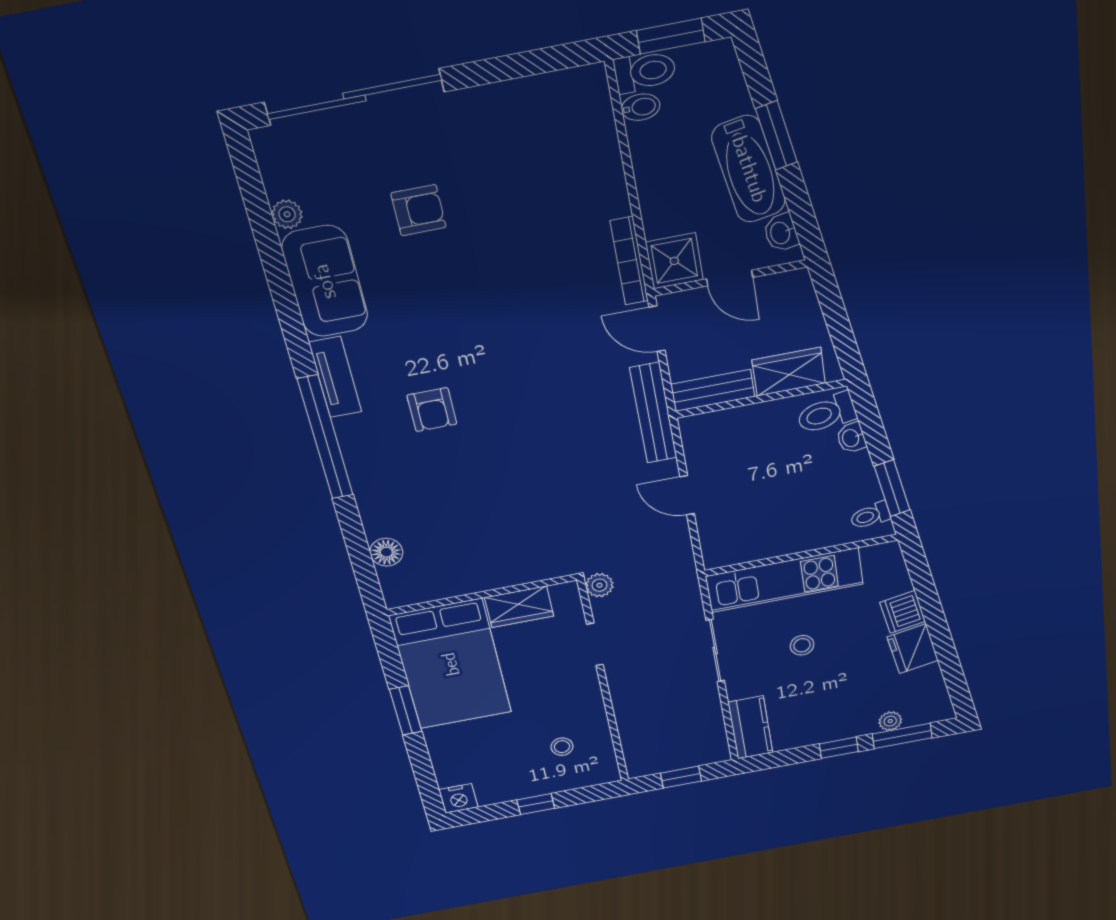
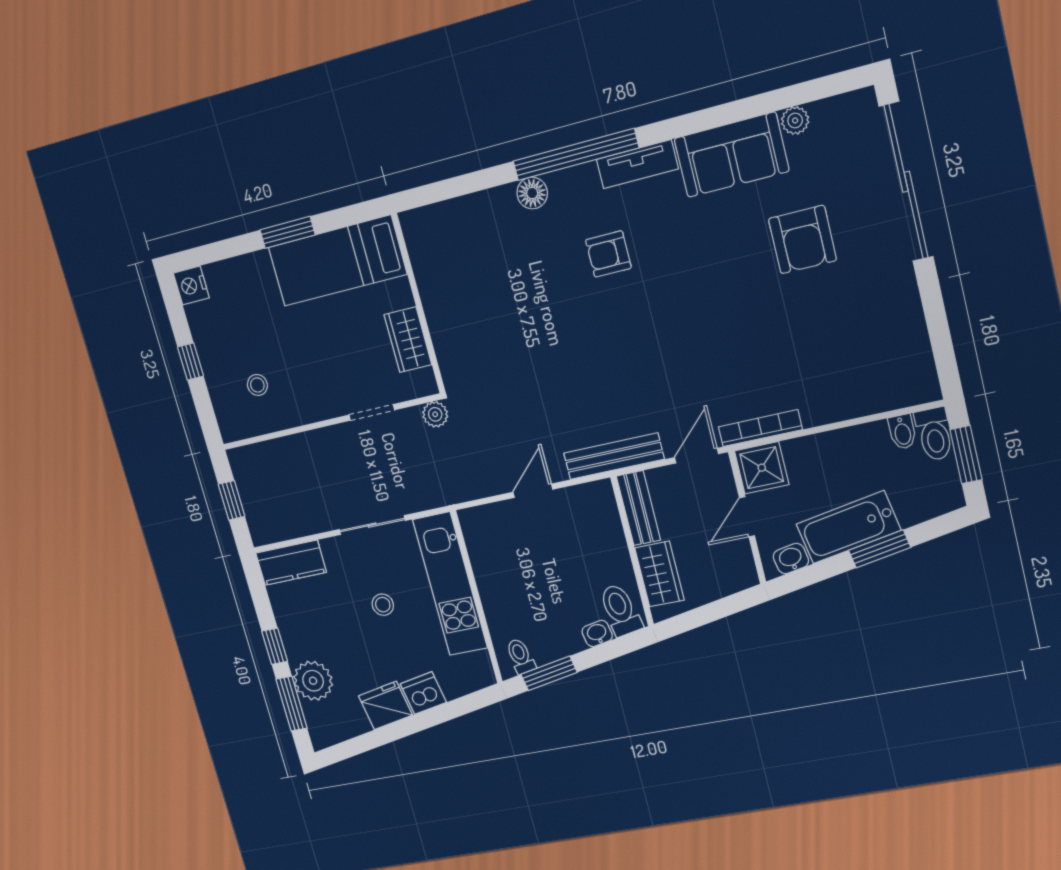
armchair: (418, 210) -> (802, 240), width x1.38, depth x1.38
floor lamp: (386, 552) -> (532, 193), moved
bed: (451, 664) -> (337, 261), width x0.67
plant: (890, 721) -> (313, 681), width x1.88, depth x1.88

